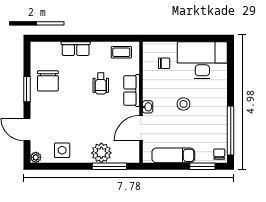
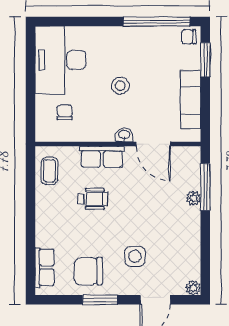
row of seats: (76, 49) -> (45, 267), moved
chair: (48, 81) -> (89, 271), turned 180
side table: (62, 150) -> (135, 256), moved
plant: (101, 153) -> (193, 198), width x0.53, depth x0.53

